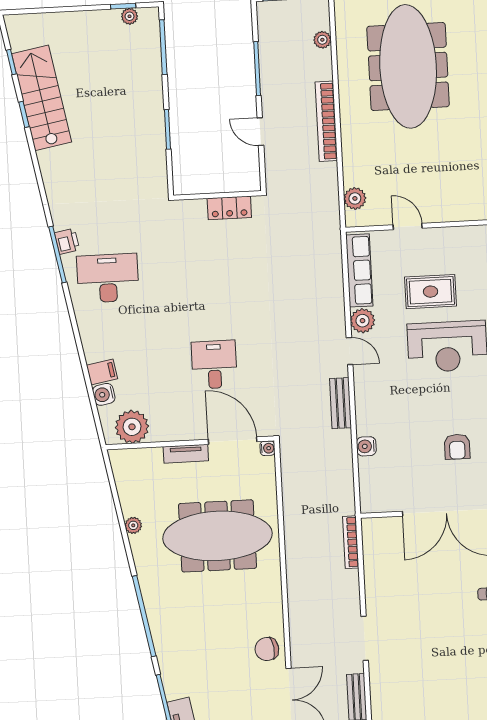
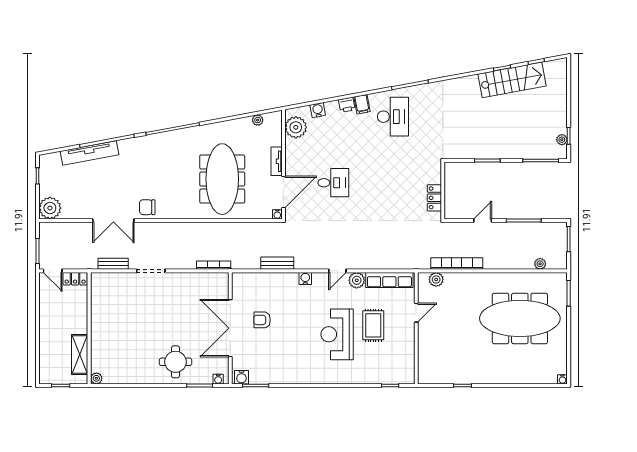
bookcase: (326, 121) -> (457, 264), moved
printer: (67, 241) -> (347, 105), moved
filing cabinet: (102, 372) -> (362, 104), moved
bench: (341, 403) -> (277, 263), moved
water cooler: (366, 446) -> (305, 278), moved
armchair: (457, 447) -> (262, 320), moved
plant: (133, 525) -> (258, 120), moved
chair: (267, 649) -> (147, 207), turned -82

